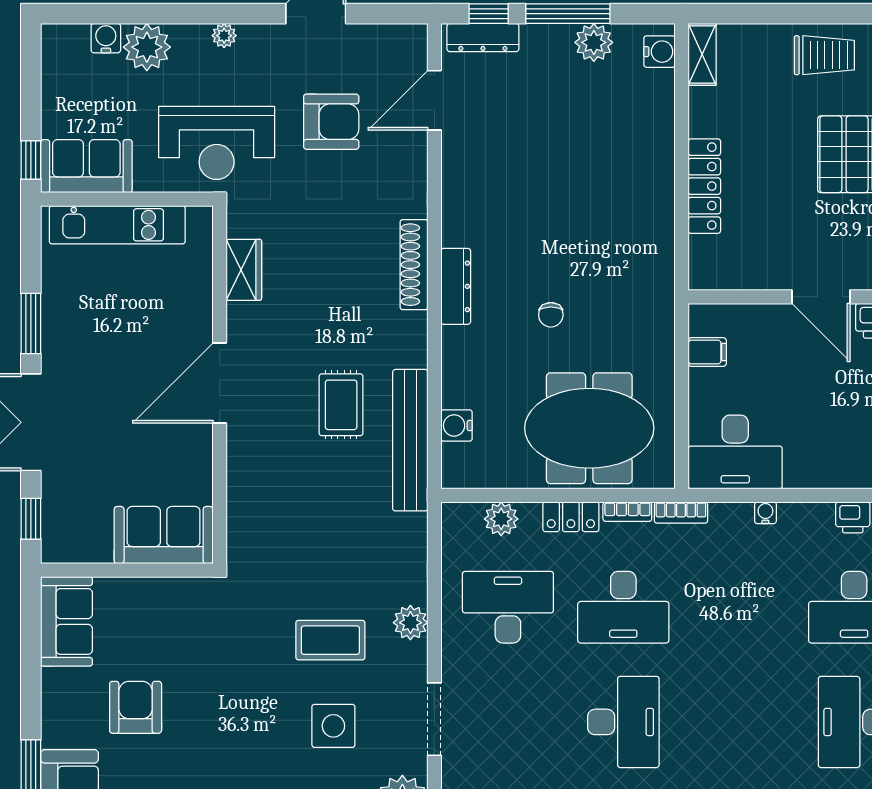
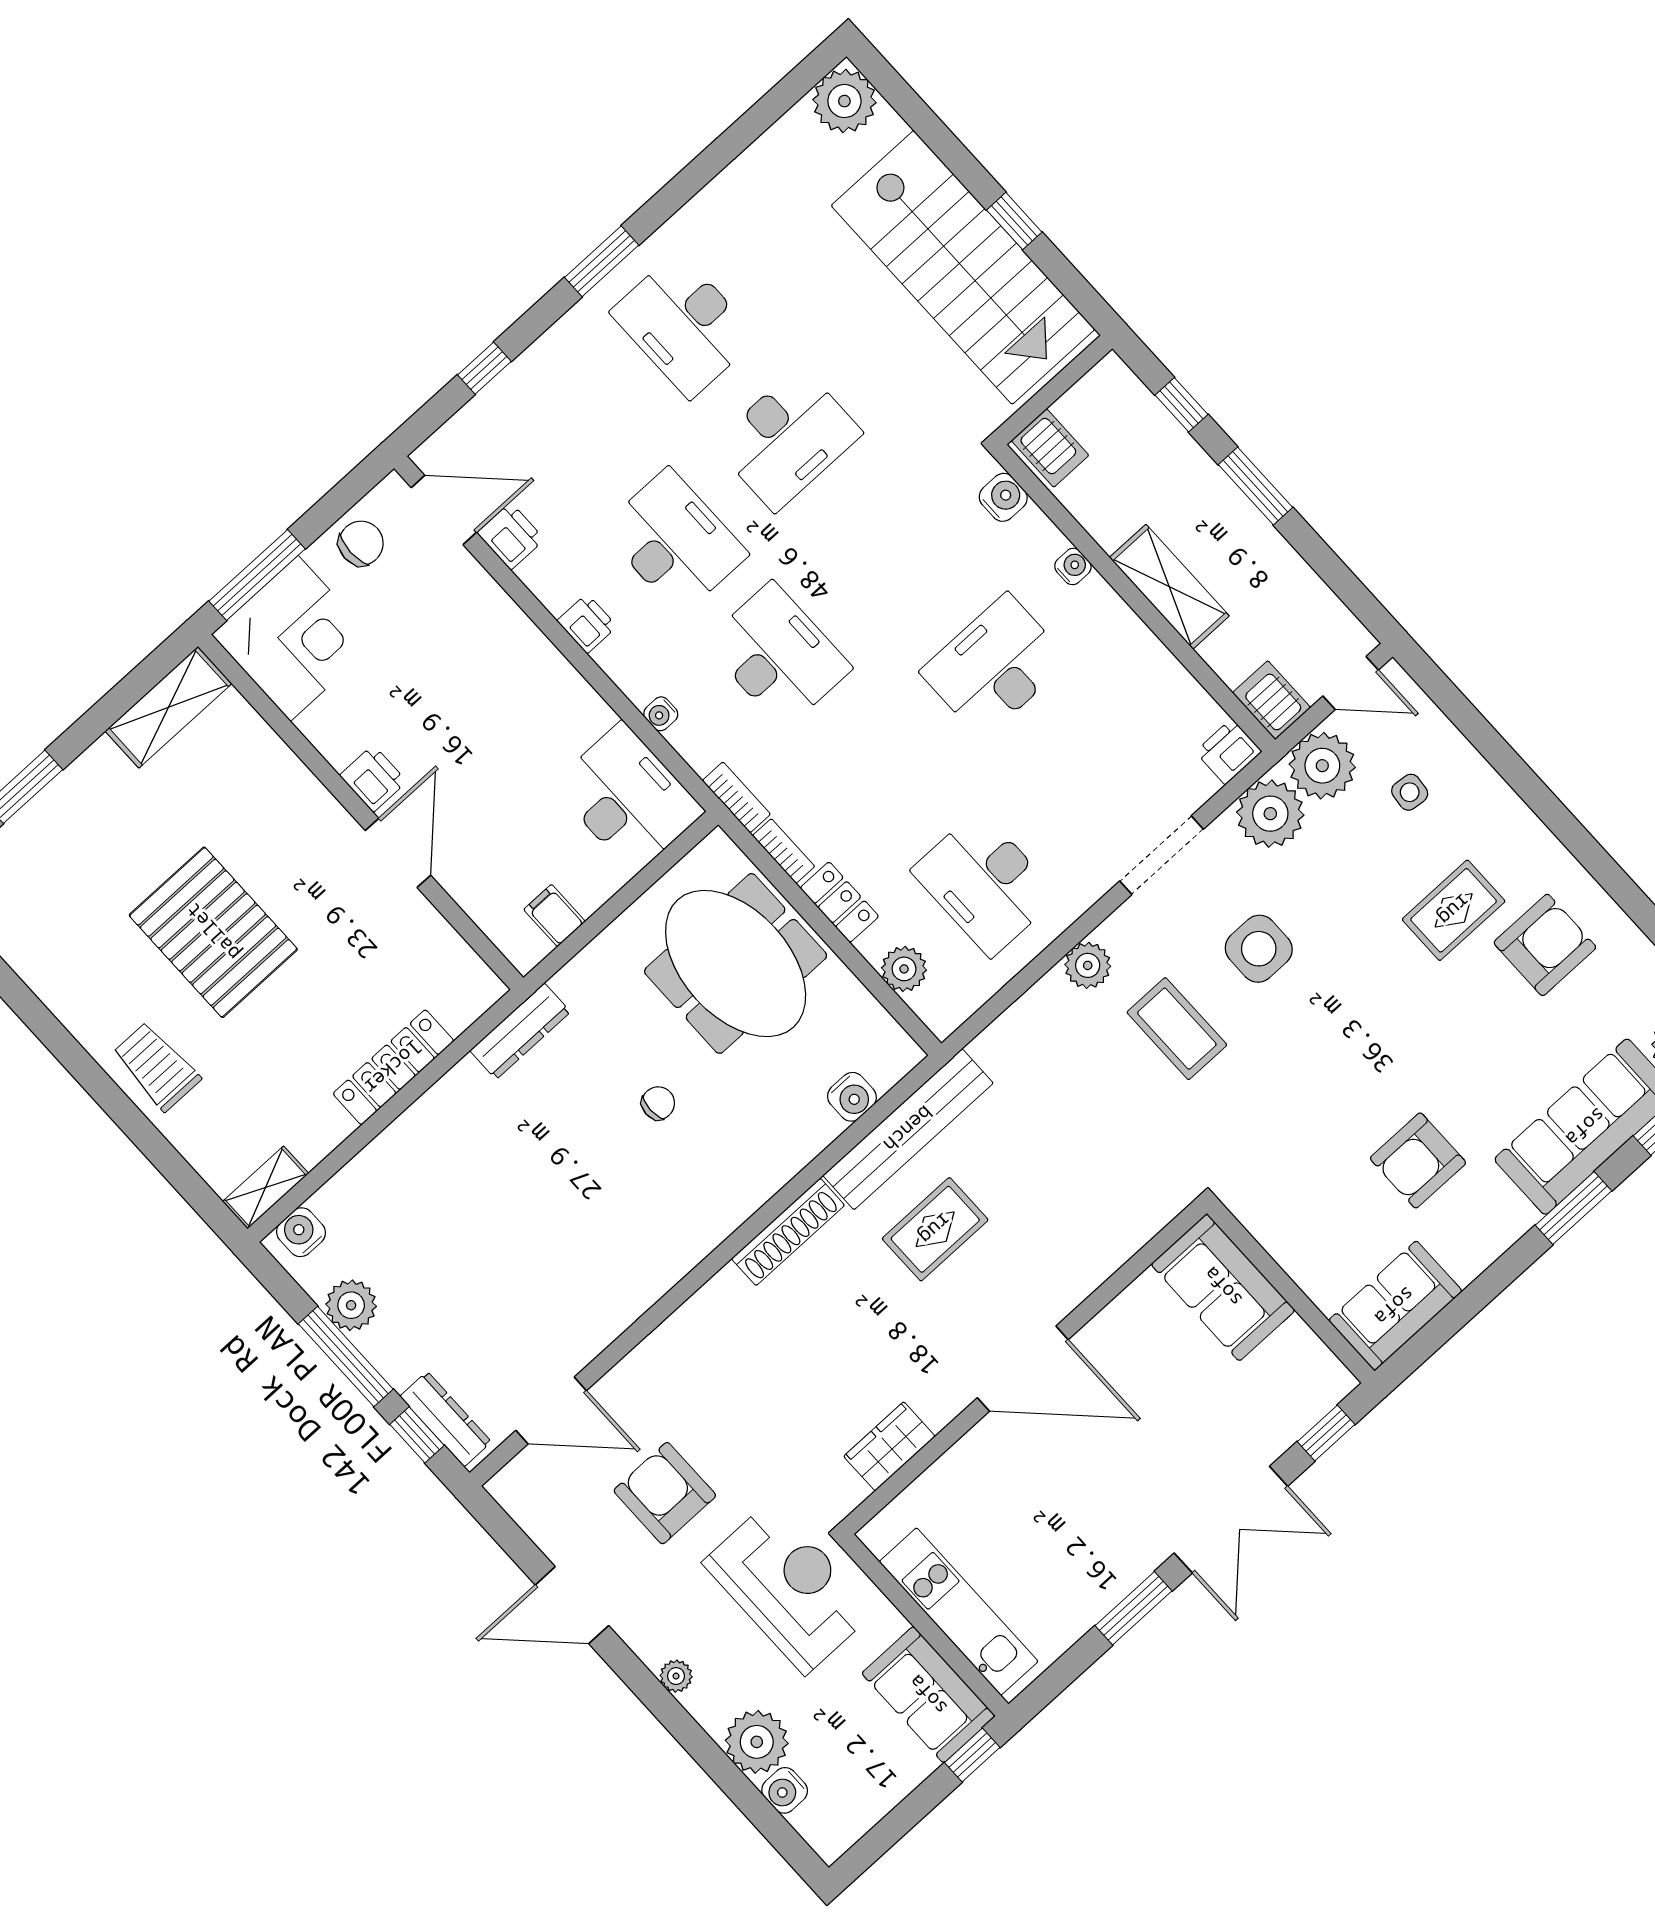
shoe rack: (414, 265) -> (788, 1232), moved
dresser: (456, 286) -> (520, 1031), moved, turned 180
desk: (623, 607) -> (778, 655), moved

